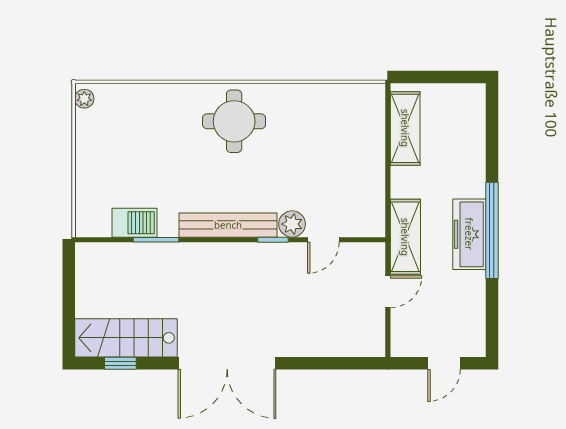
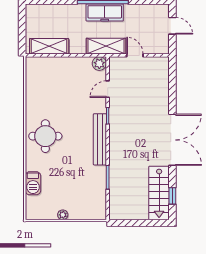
plant: (84, 99) -> (63, 215), moved
barbecue: (134, 223) -> (33, 183), moved, turned 180
plant: (292, 224) -> (99, 64), moved
door: (323, 240) -> (108, 89), swing flipped

